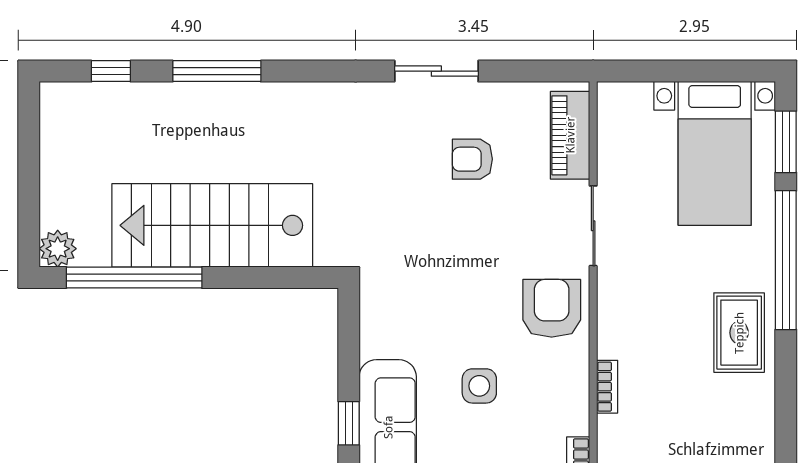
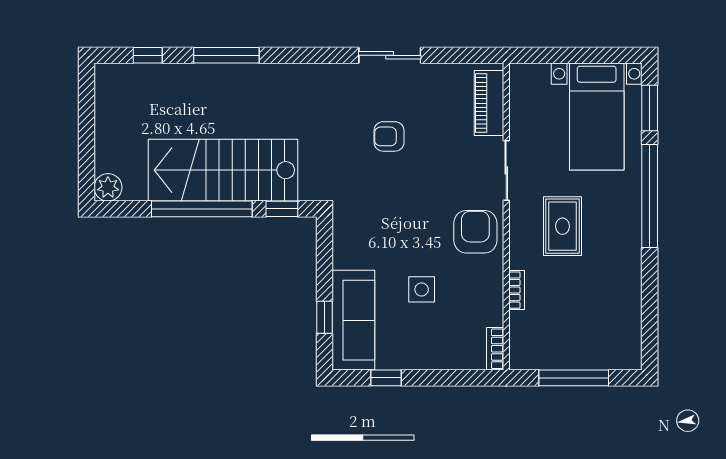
armchair: (472, 159) -> (389, 136), moved
window: (134, 278) -> (202, 209), moved
window: (292, 278) -> (282, 209), added
rug: (739, 333) -> (562, 226), moved

